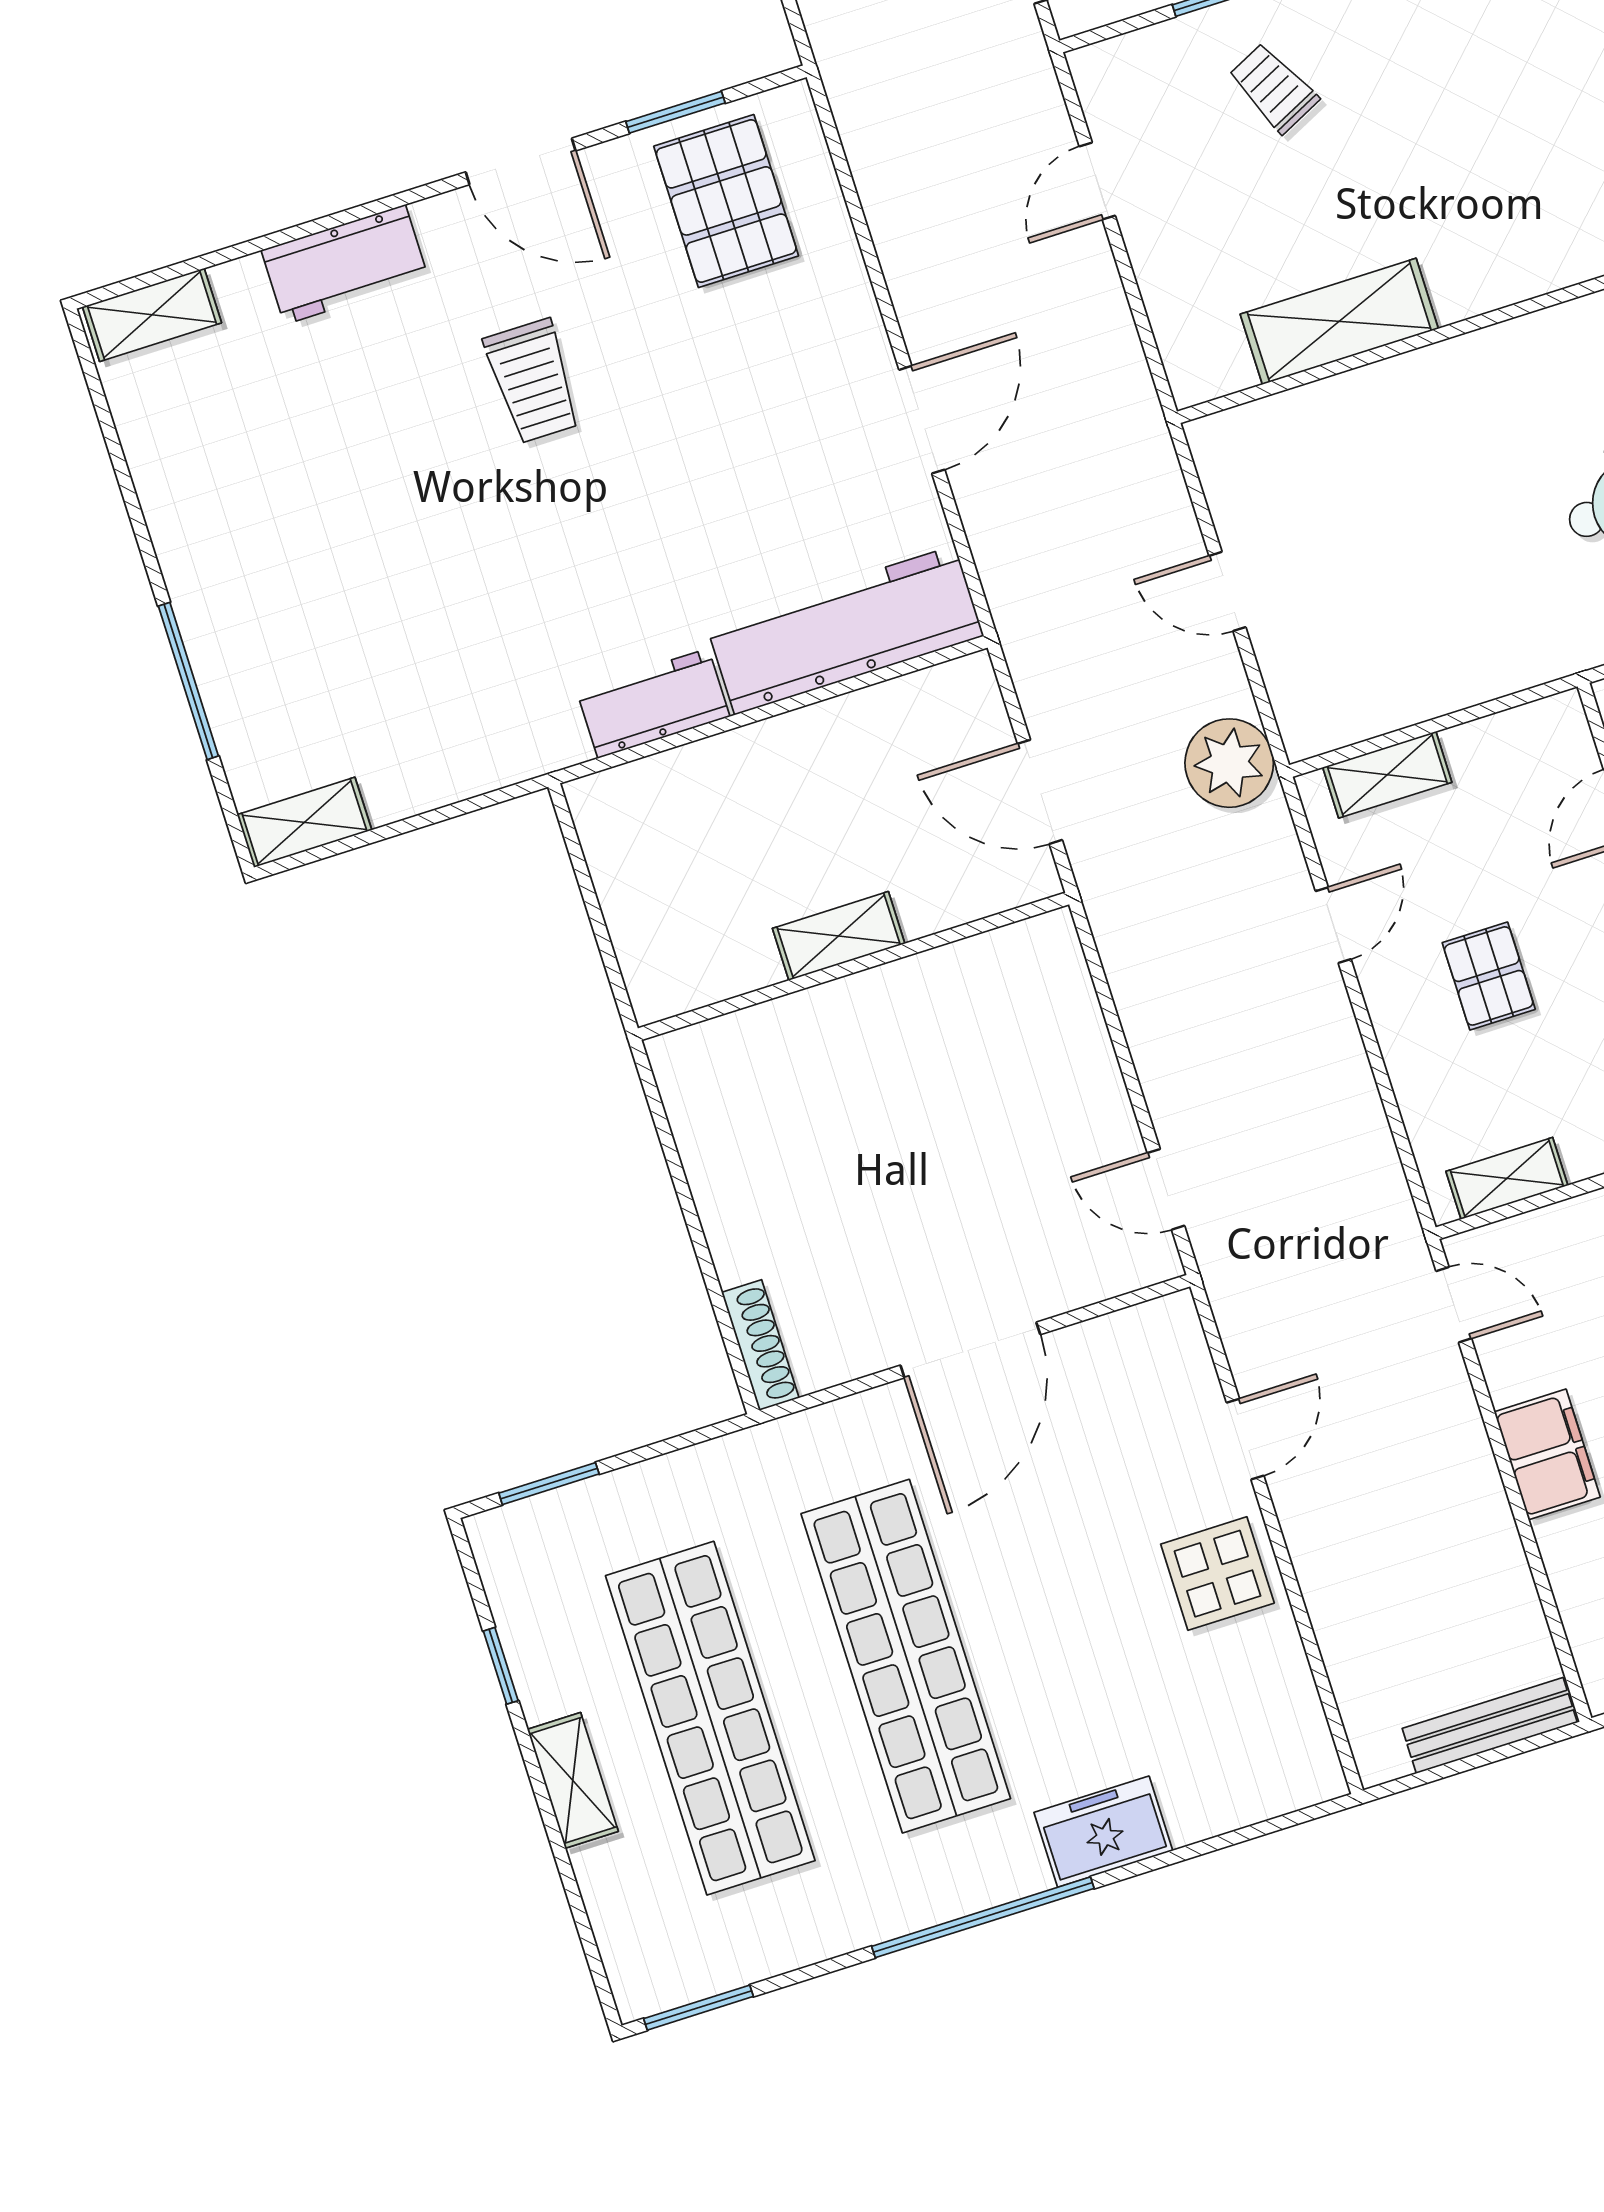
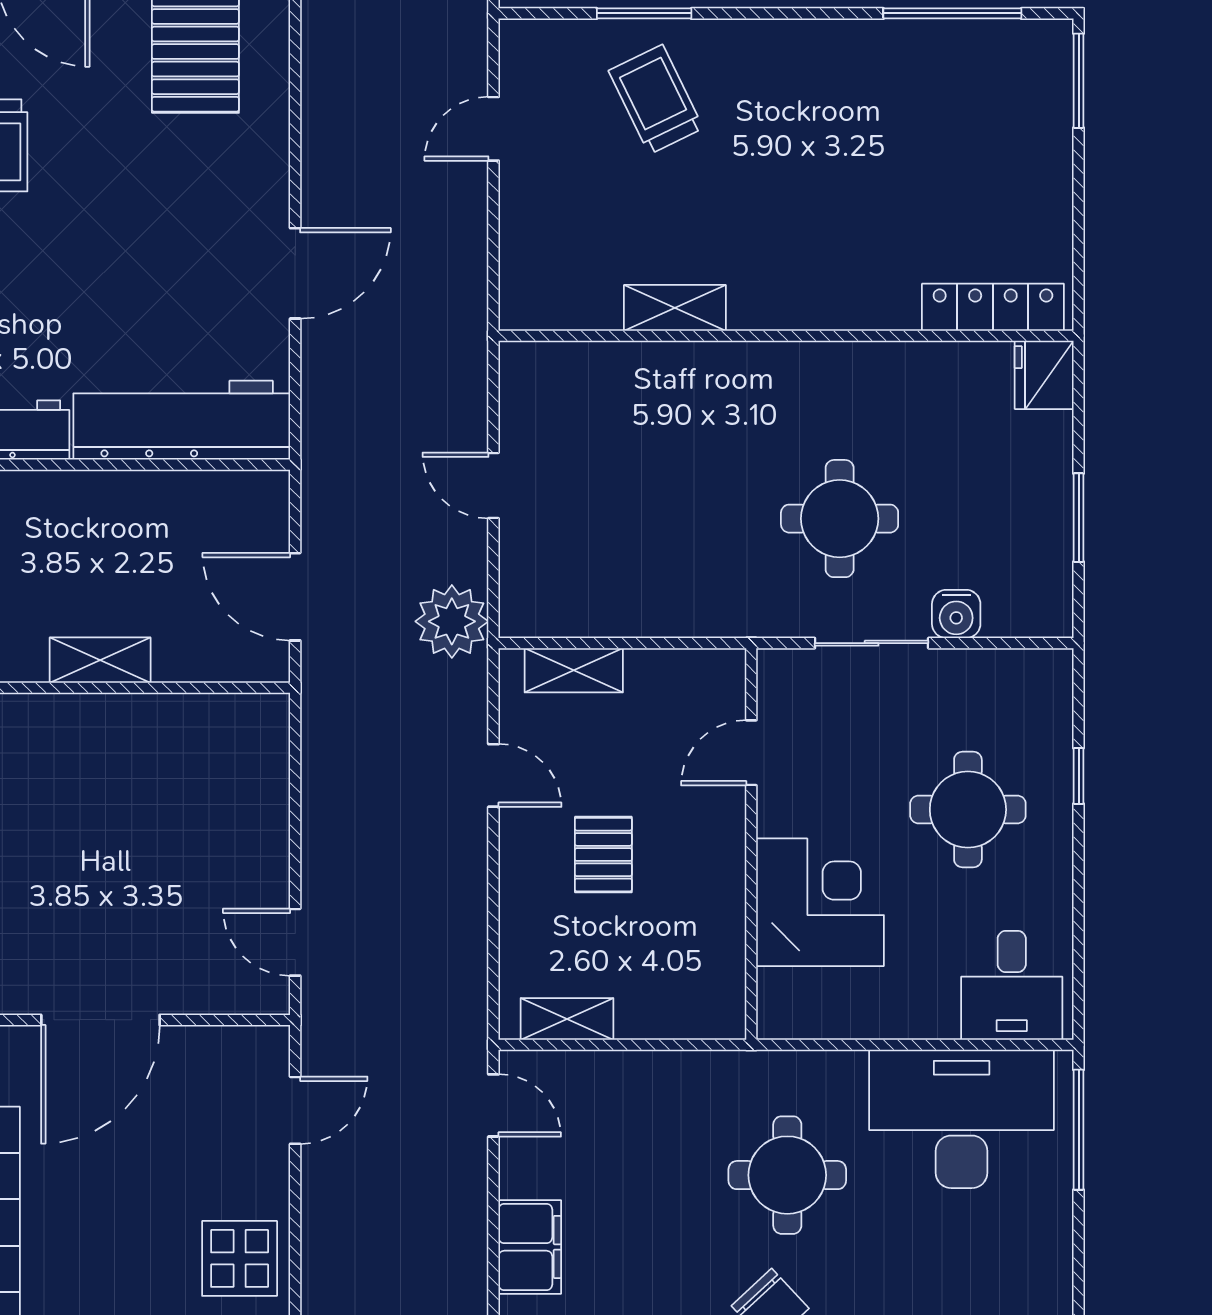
trolley: (1273, 88) -> (656, 99), width x1.36, depth x1.39
shelving: (1339, 321) -> (675, 308), width x0.67, depth x0.75
door: (1333, 925) -> (493, 775), hinge flipped
door: (1245, 1439) -> (295, 1110), moved

